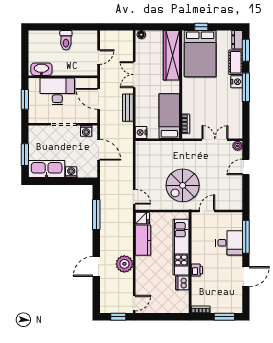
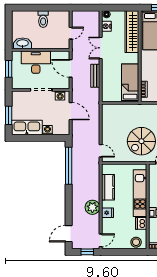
nightstand: (141, 132) -> (106, 26), moved
window: (96, 214) -> (69, 166), width x1.46
fridge: (142, 218) -> (108, 213), moved
door: (96, 267) -> (69, 234), moved
stool: (176, 305) -> (136, 242), added

